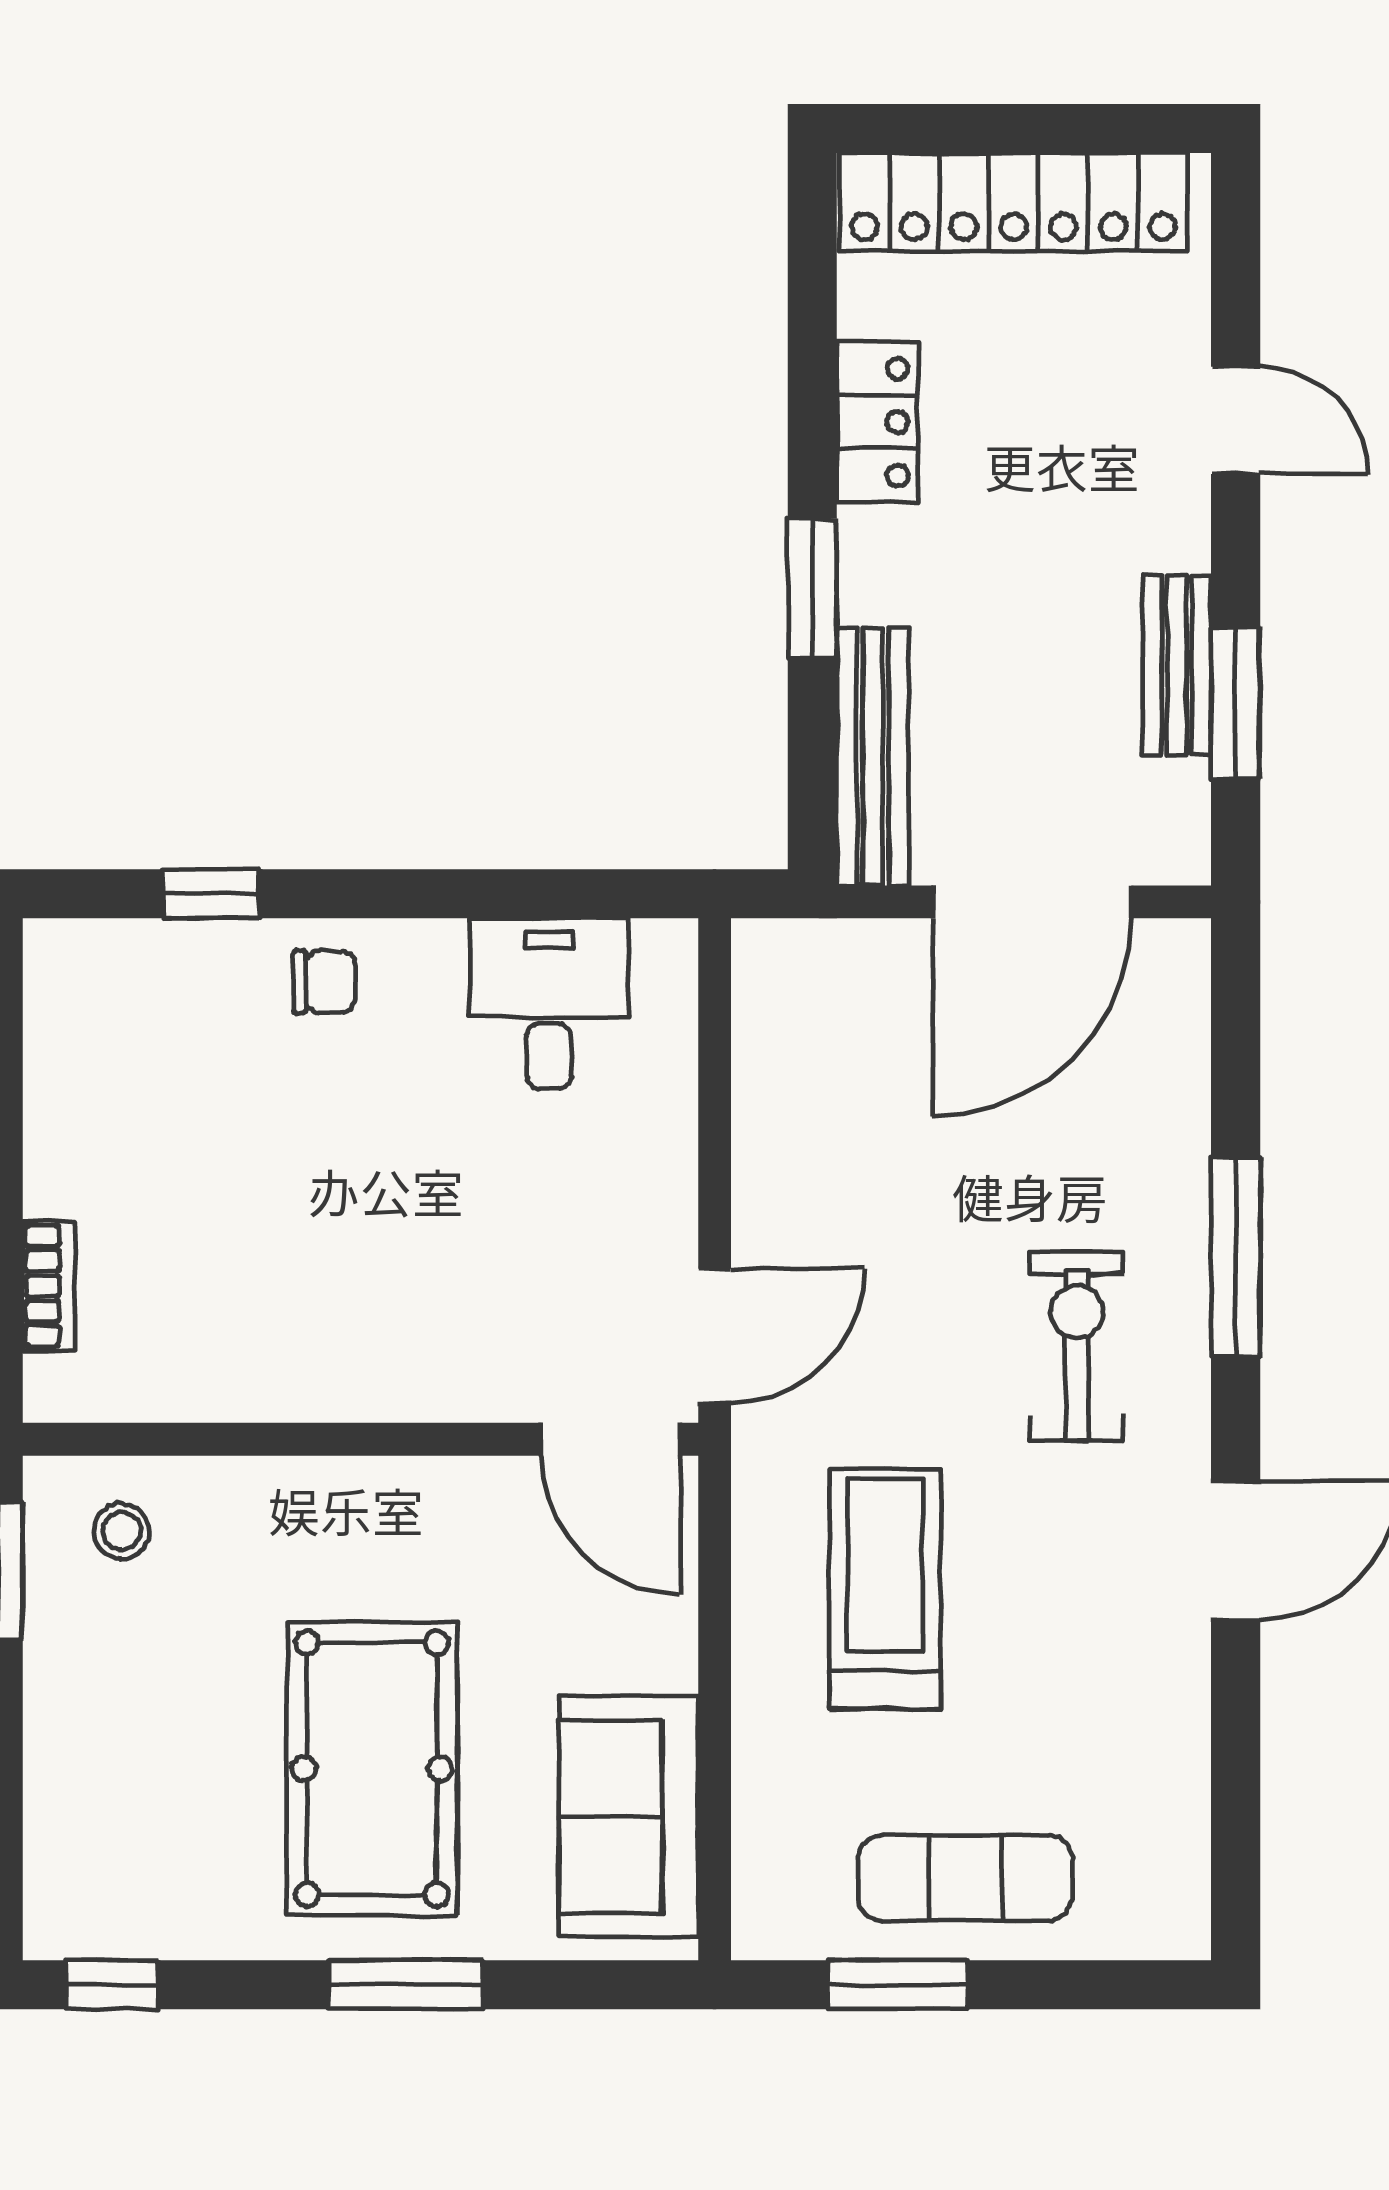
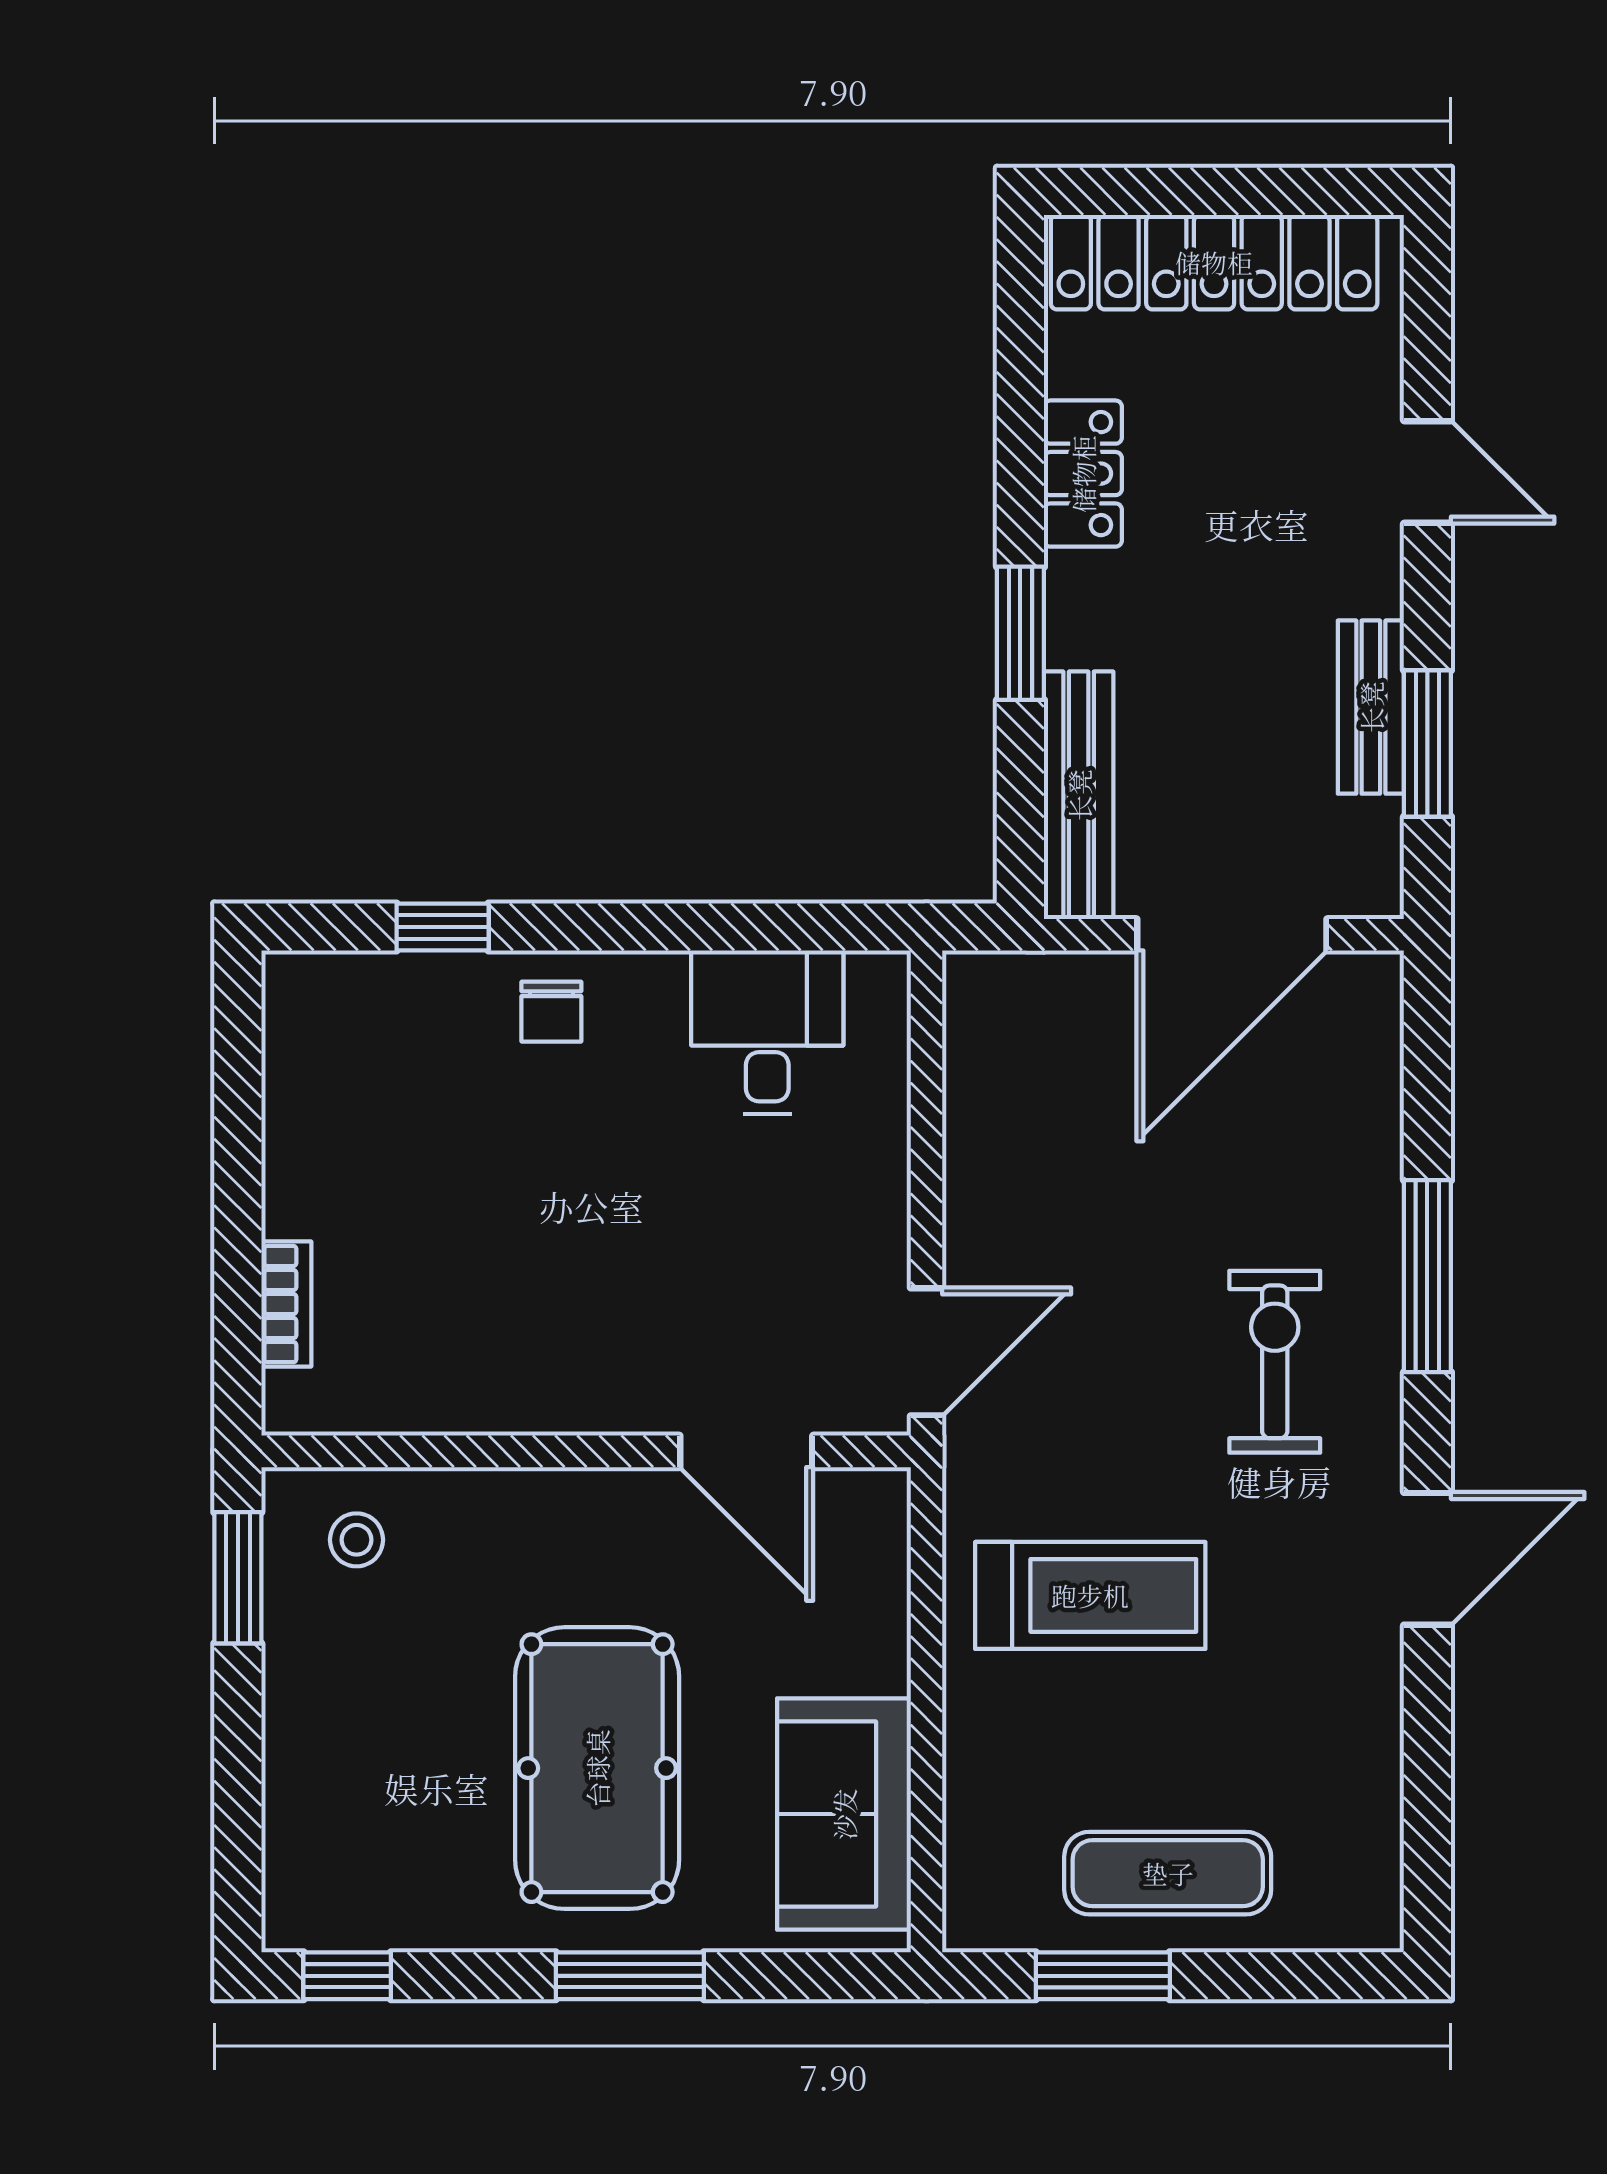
chair: (324, 982) -> (551, 1012), turned 90
door: (611, 1439) -> (746, 1451), moved
treadmill: (885, 1589) -> (1090, 1595), turned 90

